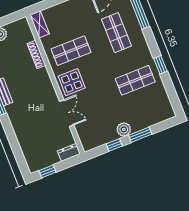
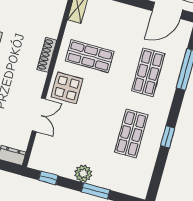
shoe rack: (36, 54) -> (47, 55), moved
shop shelf: (135, 80) -> (131, 133), turned 90
window: (114, 145) -> (48, 178), moved

